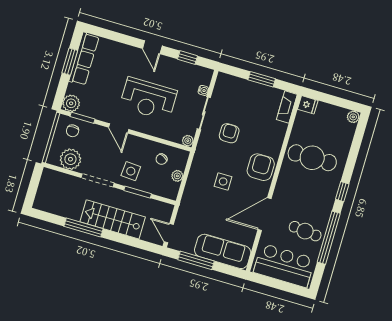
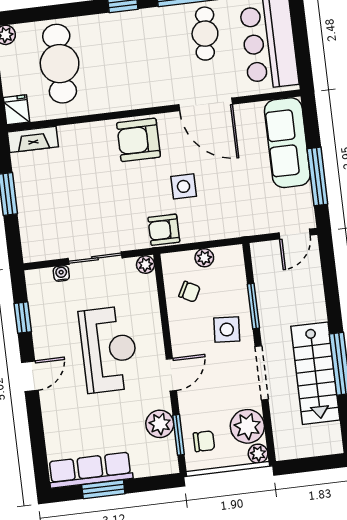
plant: (71, 103) -> (160, 424), moved
armchair: (229, 133) -> (164, 230), moved
cafe table: (312, 158) -> (60, 64), moved
plant: (52, 159) -> (258, 454), added
stairs: (113, 219) -> (315, 373), moved

